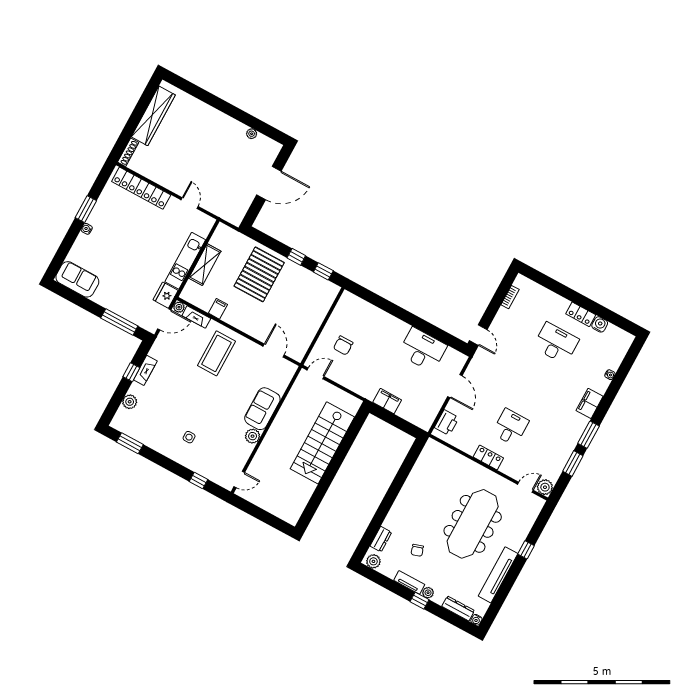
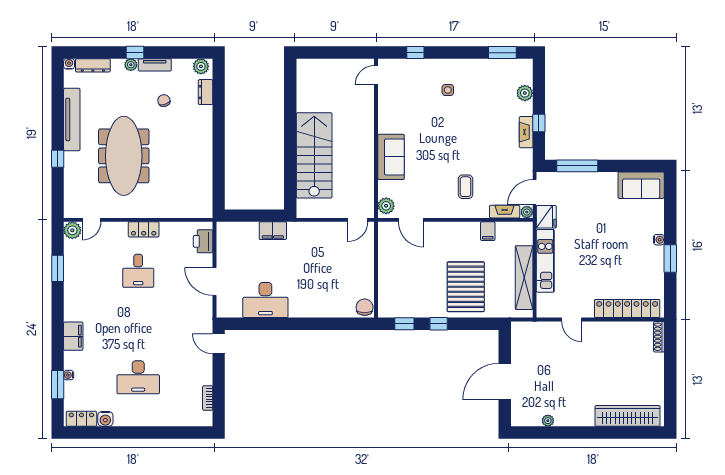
wardrobe: (153, 116) -> (628, 416), moved, turned 90
shelving: (205, 265) -> (524, 278), width x1.47
locker: (581, 314) -> (81, 419), moved
chair: (343, 345) -> (365, 307), moved
coffee table: (216, 353) -> (465, 187), width x0.54, depth x0.58
window: (588, 435) -> (58, 385), moved
plant: (253, 436) -> (386, 206), moved

